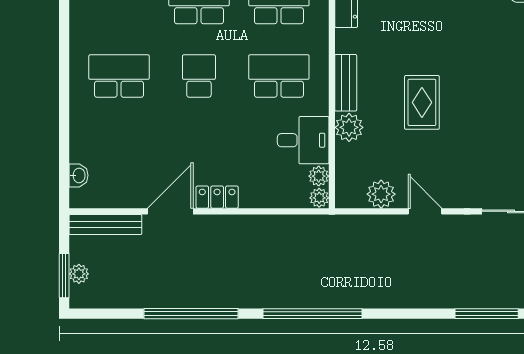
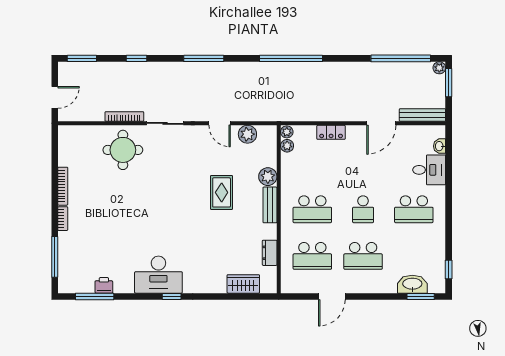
desk: (303, 140) -> (429, 170), moved, turned 180
locker: (217, 197) -> (331, 132), moved
plant: (79, 274) -> (439, 68), moved
window: (191, 314) -> (401, 58), moved
window: (487, 314) -> (204, 58), moved

